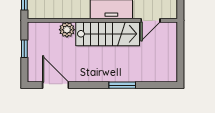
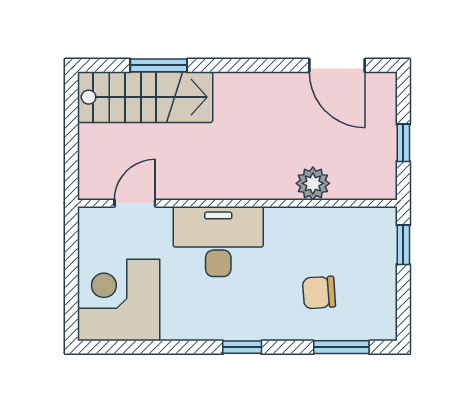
stairs: (108, 34) -> (145, 97), moved, turned 180
window: (122, 85) -> (159, 65), moved

